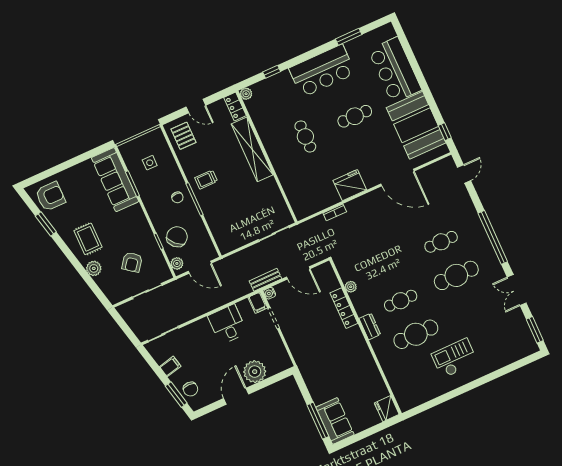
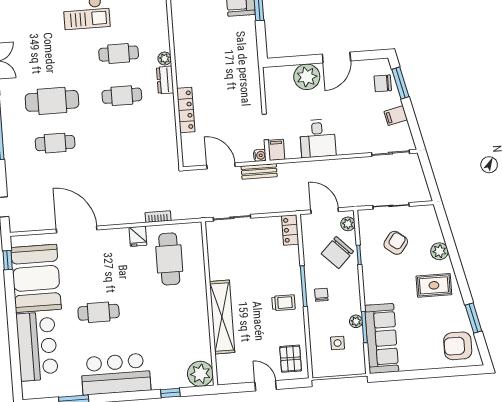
plant: (246, 94) -> (200, 374), width x1.87, depth x1.87
locker: (235, 107) -> (290, 230), moved, turned 180
cafe table: (305, 136) -> (169, 259), moved, width x1.37, depth x1.35
fridge: (350, 185) -> (138, 236), width x0.53, depth x0.75
plant: (141, 186) -> (356, 321), added
rug: (88, 239) -> (434, 285), turned 90
plant: (351, 287) -> (165, 59), moved
cafe table: (416, 334) -> (119, 54), width x0.73, depth x0.74
chair: (191, 389) -> (383, 83), turned -90

